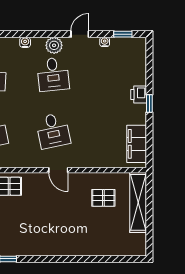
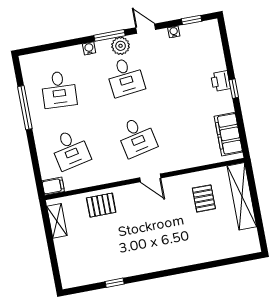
window: (46, 34) -> (110, 35), added
door: (80, 34) -> (146, 29), hinge flipped
pallet: (103, 198) -> (204, 198), turned 90

